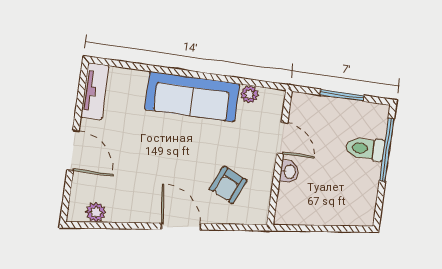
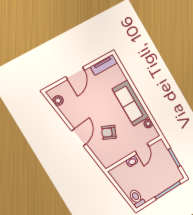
toilet: (365, 149) -> (137, 198), moved
armchair: (228, 185) -> (109, 132), moved

